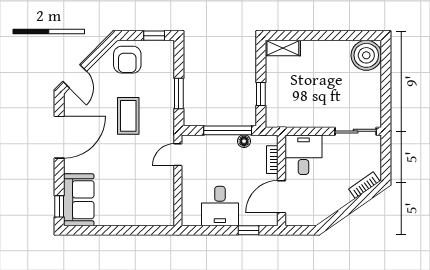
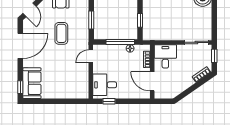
window: (386, 154) -> (214, 56), added
door: (281, 197) -> (152, 81), hinge flipped
desk: (220, 206) -> (105, 85), moved, turned 90
window: (249, 230) -> (109, 101), moved

